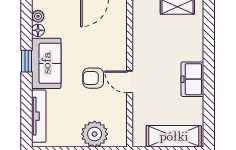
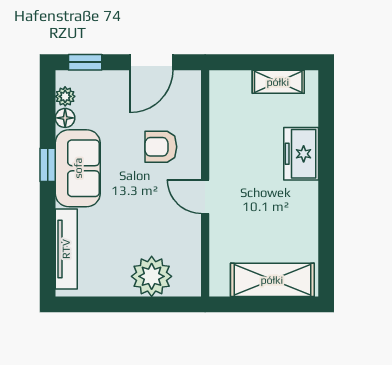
armchair: (93, 78) -> (161, 147), moved
freezer: (192, 79) -> (301, 154), moved

